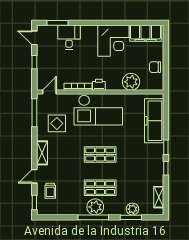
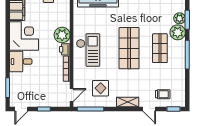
desk: (69, 37) -> (21, 62), moved
plant: (131, 82) -> (62, 35), moved
door: (49, 92) -> (71, 95), swing flipped
checkout: (98, 110) -> (88, 50), width x0.73, depth x0.83
shop shelf: (100, 154) -> (129, 48), width x1.43, depth x1.36
plant: (95, 207) -> (178, 32), moved

